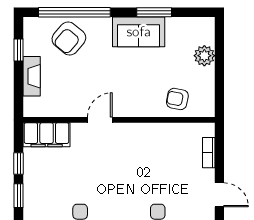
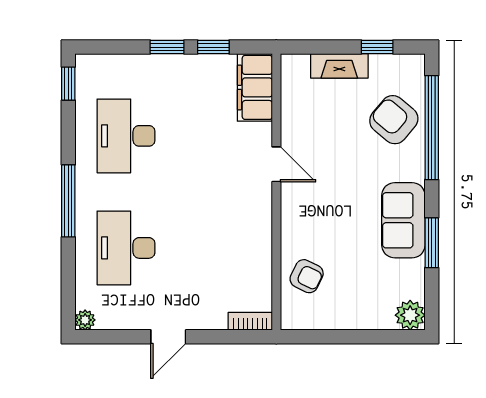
plant: (204, 56) -> (410, 315), moved
armchair: (177, 99) -> (307, 276), turned 105
bookcase: (209, 153) -> (250, 321), moved

